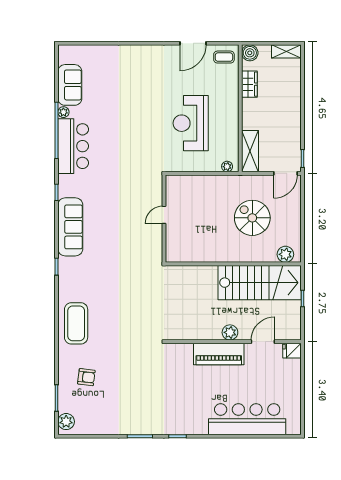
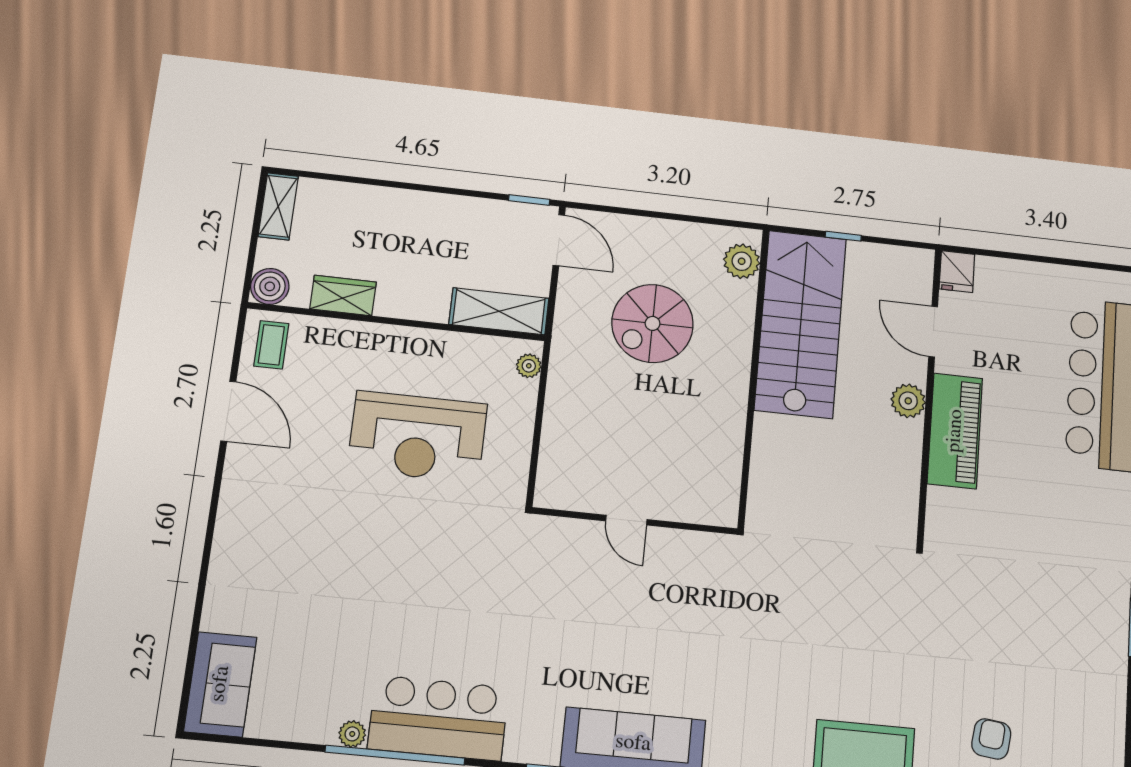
sofa: (70, 85) -> (220, 684), moved, turned 90

